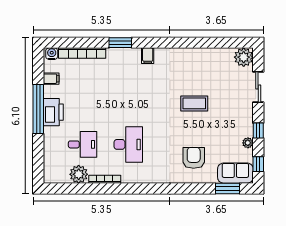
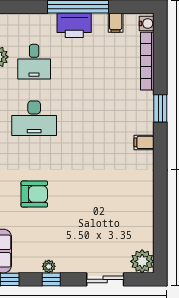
coffee table: (194, 103) -> (85, 200), removed
plant: (248, 143) -> (49, 266), moved
armchair: (194, 158) -> (34, 194), moved

